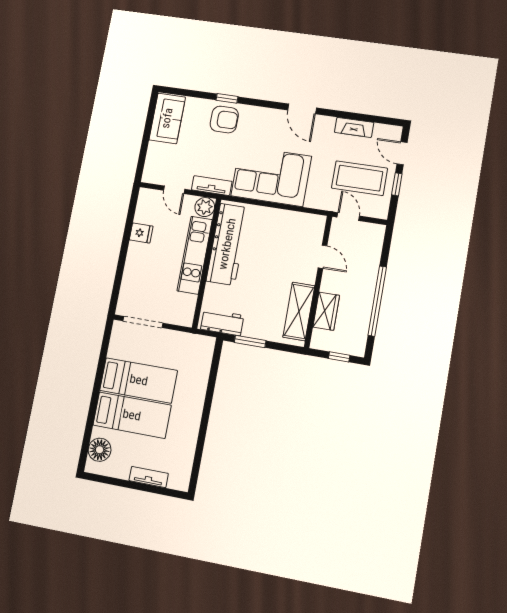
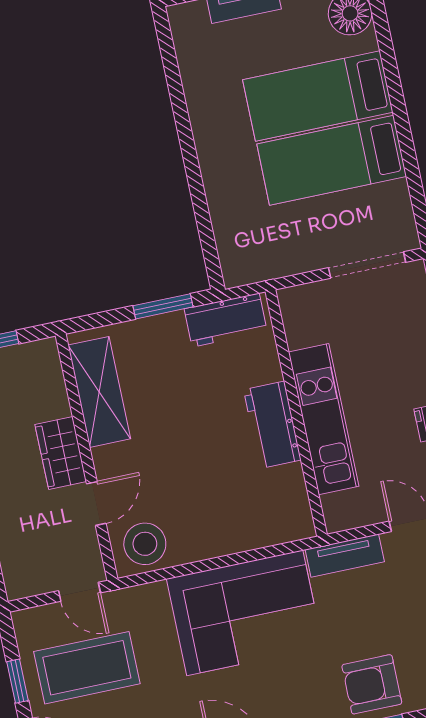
plant: (205, 207) -> (341, 512), removed
stool: (306, 228) -> (145, 544), added
workbench: (227, 244) -> (272, 425), width x0.53, depth x0.76
door: (322, 257) -> (96, 504), swing flipped
wardrobe: (326, 311) -> (61, 453), moved

